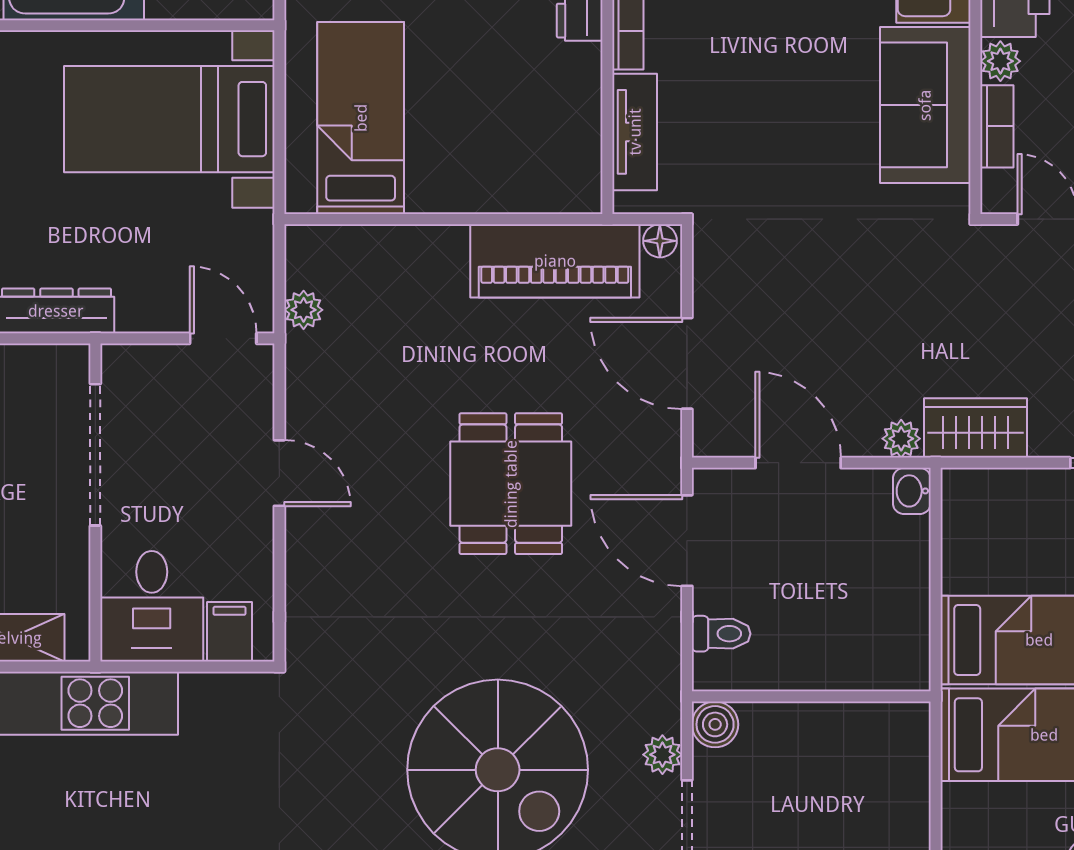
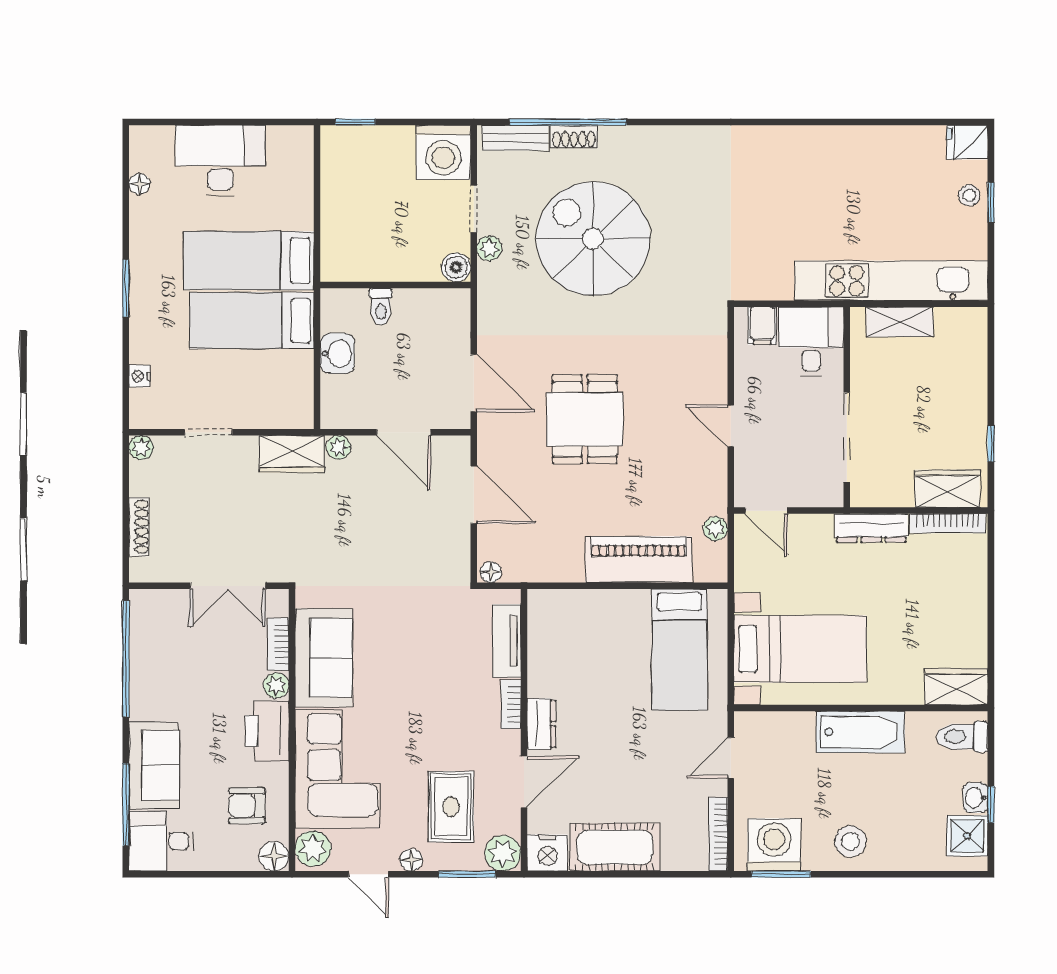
piano: (555, 261) -> (639, 560), moved
washbasin: (912, 491) -> (337, 353), moved, width x1.38, depth x1.45
toilet: (721, 634) -> (381, 306), moved, turned -90

